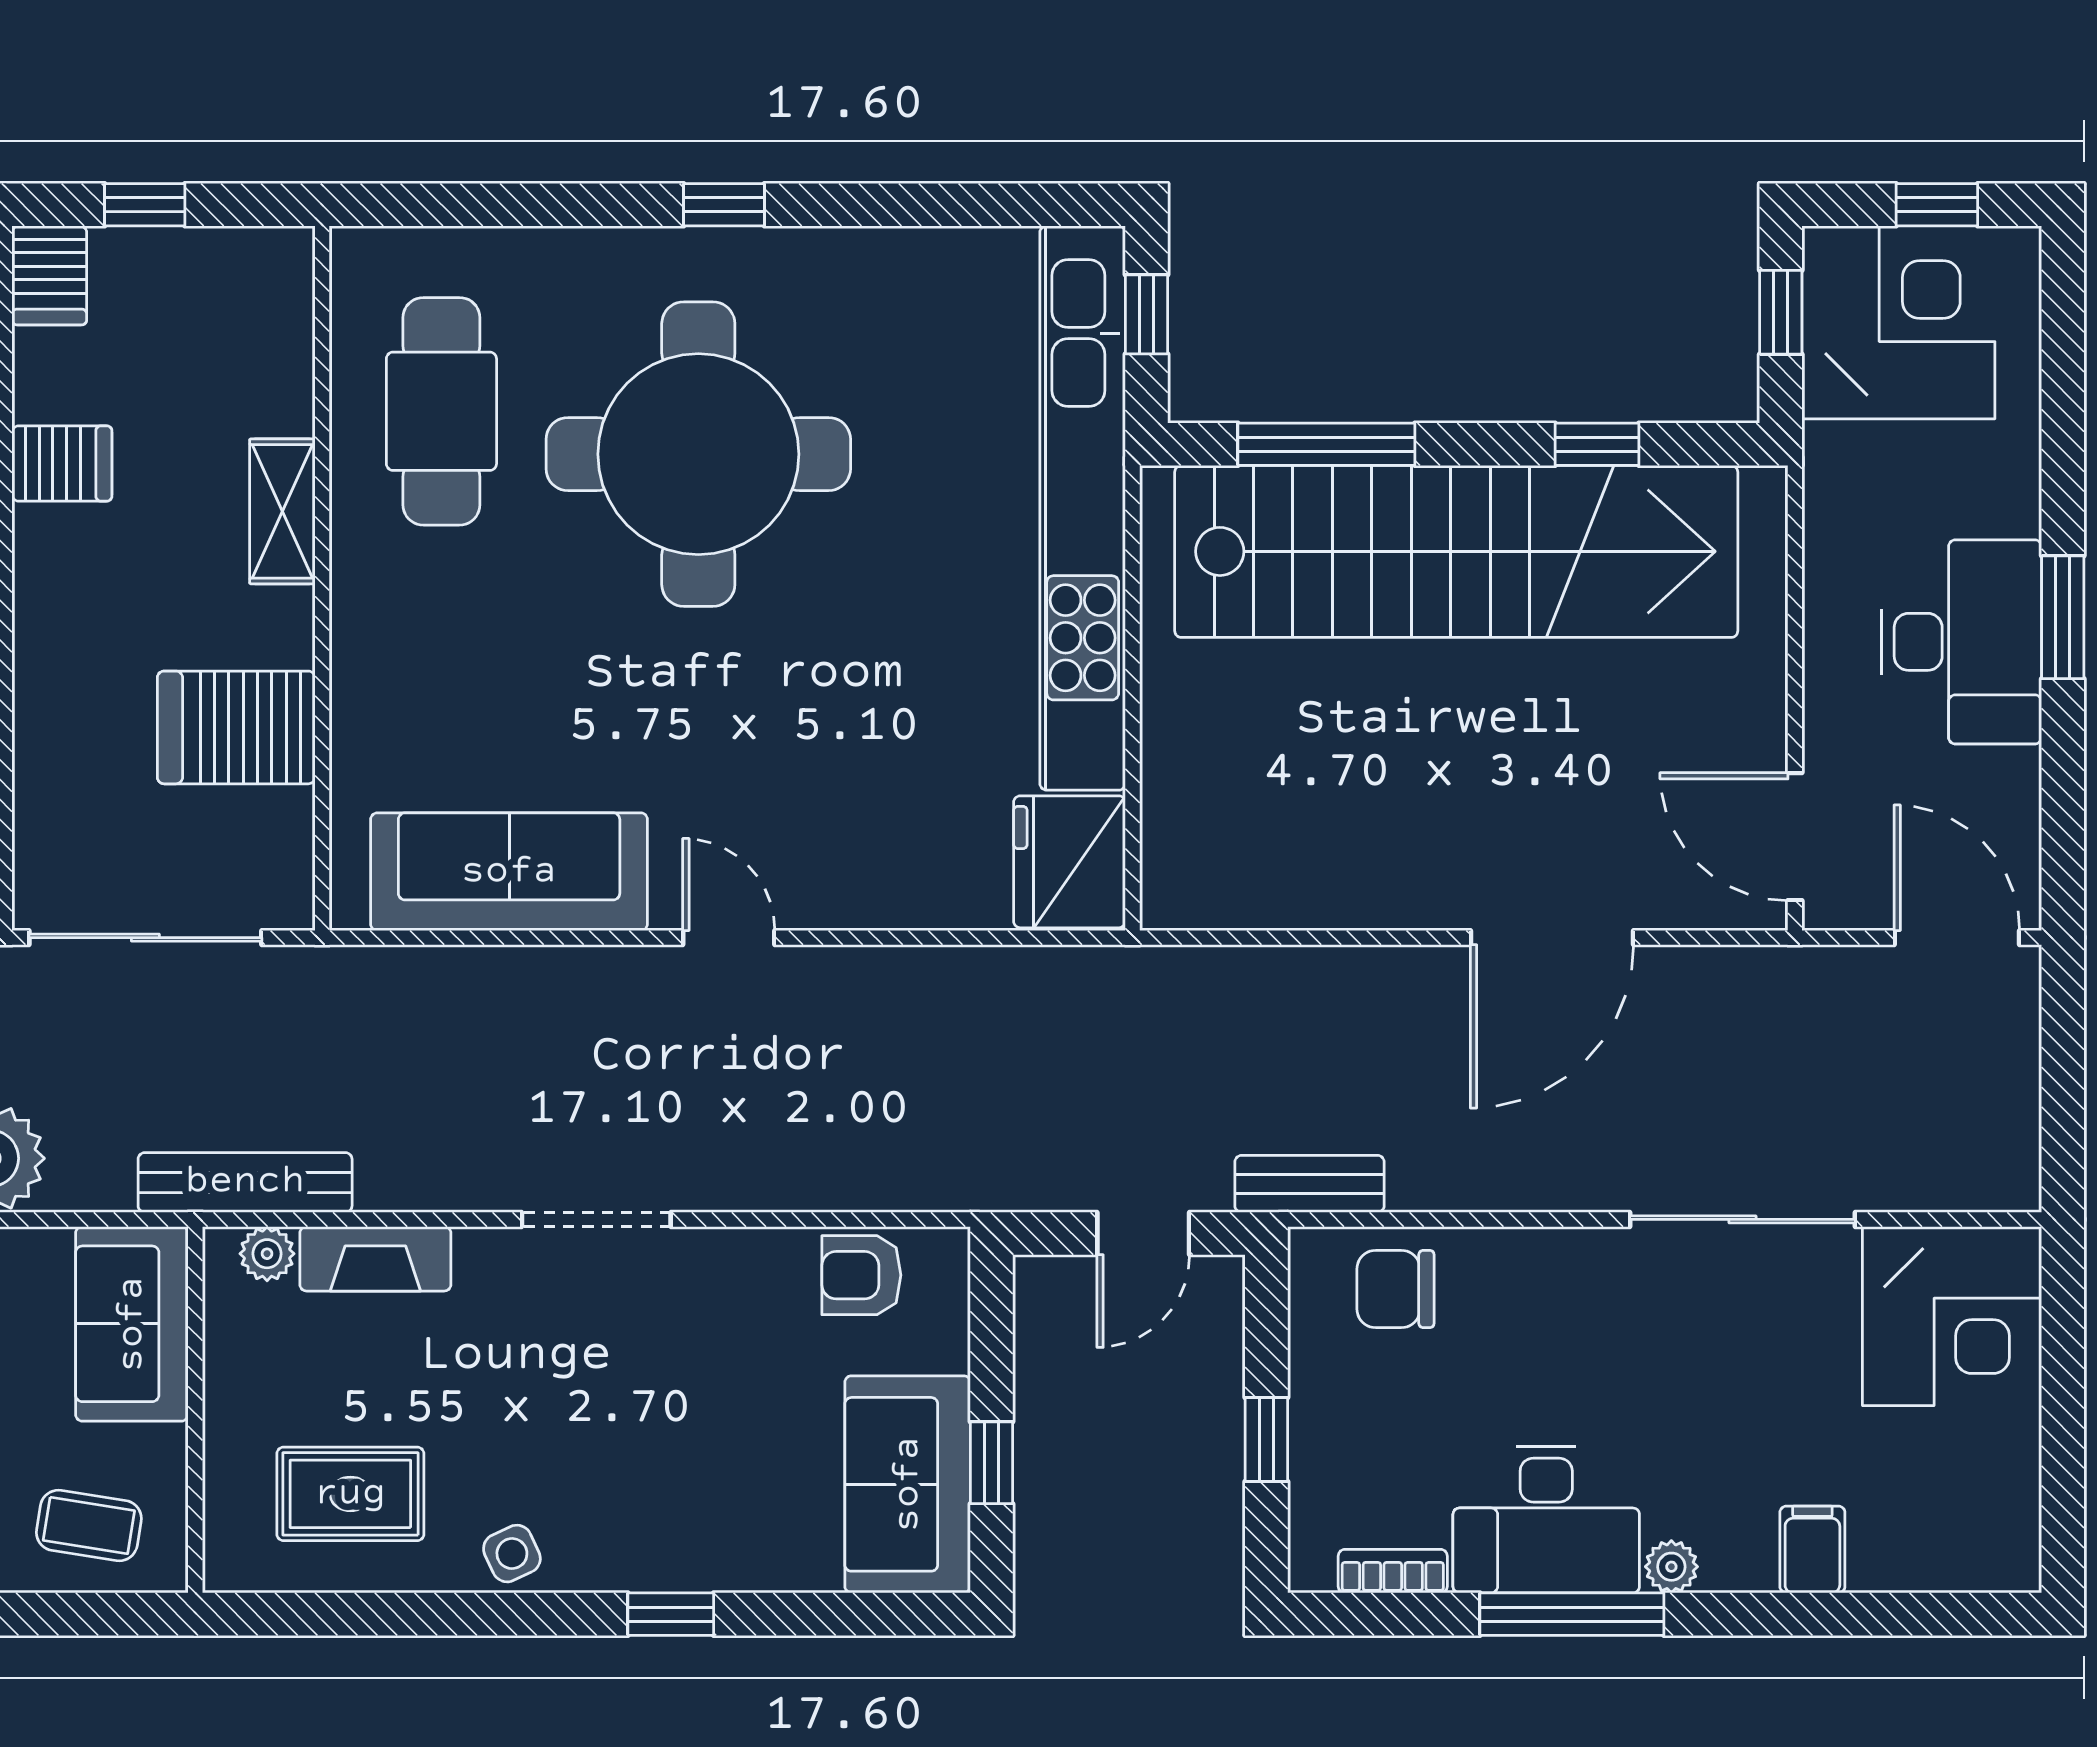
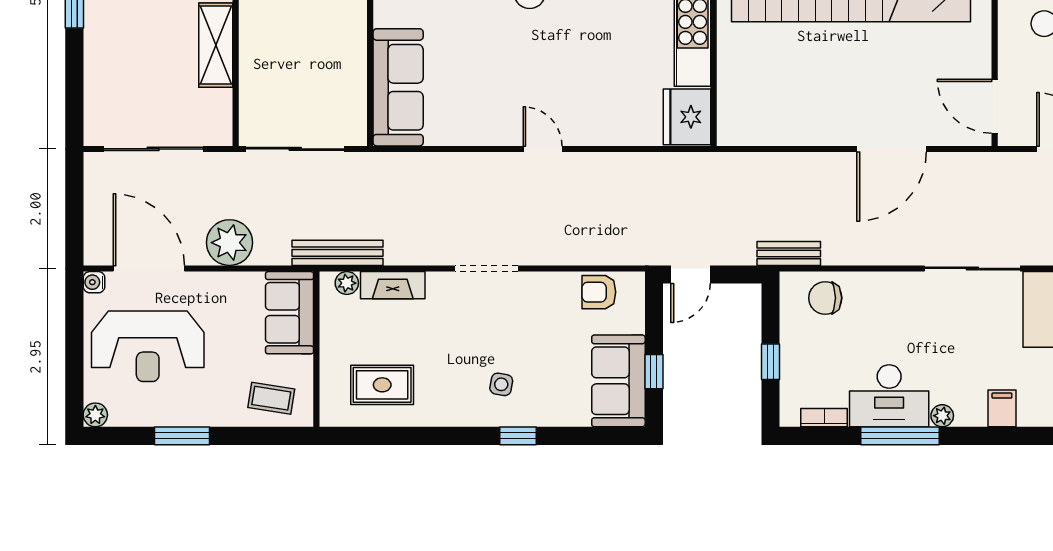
server rack: (236, 727) -> (334, 60), removed
sofa: (509, 872) -> (398, 87), moved, turned 90
door: (1143, 1234) -> (690, 274), moved
side table: (512, 1554) -> (501, 384), moved, turned 35

